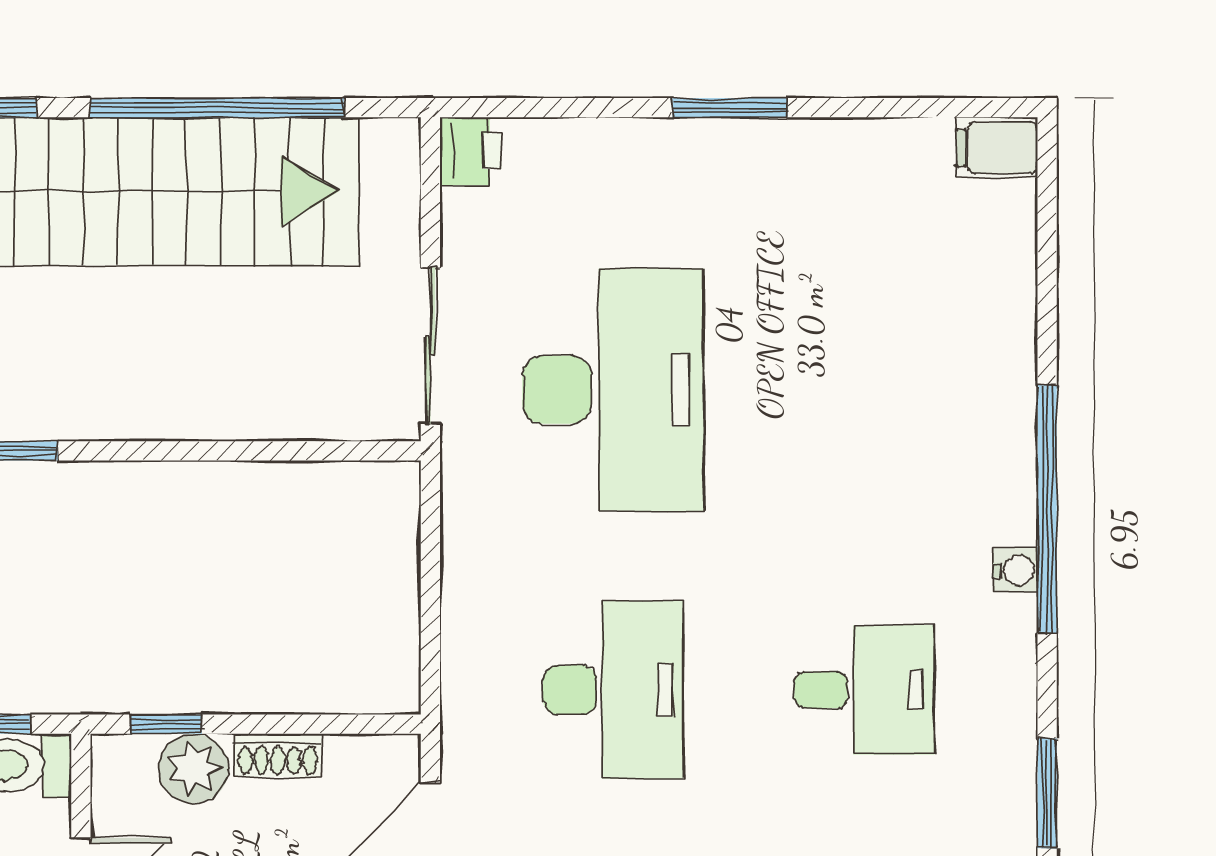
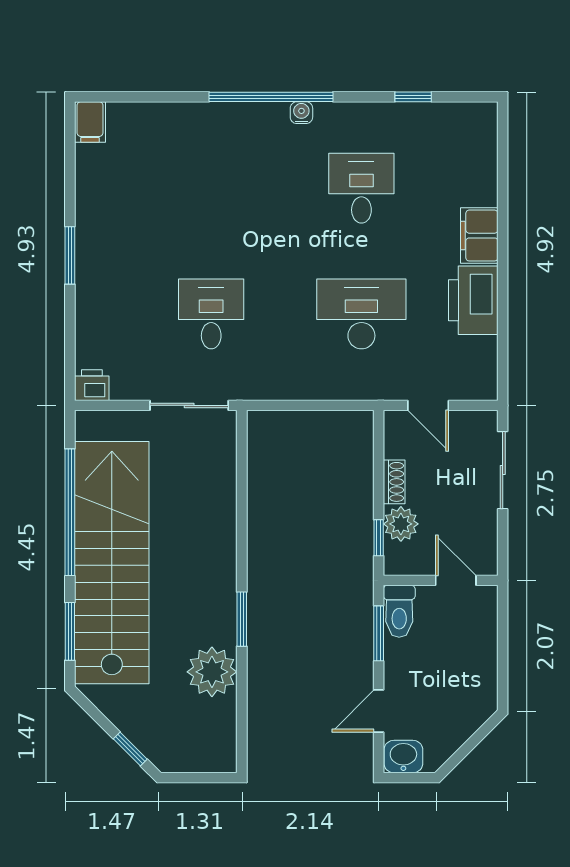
desk: (613, 390) -> (211, 314), width x0.53, depth x0.77
window: (1047, 793) -> (413, 97), width x0.67

